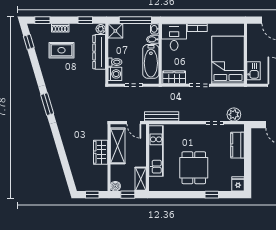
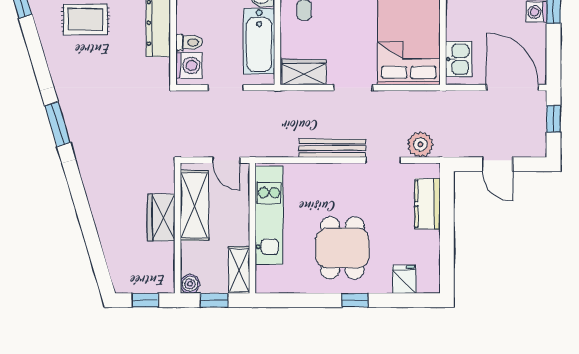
bench: (162, 116) -> (332, 148), moved
fridge: (238, 184) -> (404, 279), moved
window: (212, 195) -> (355, 300), moved

